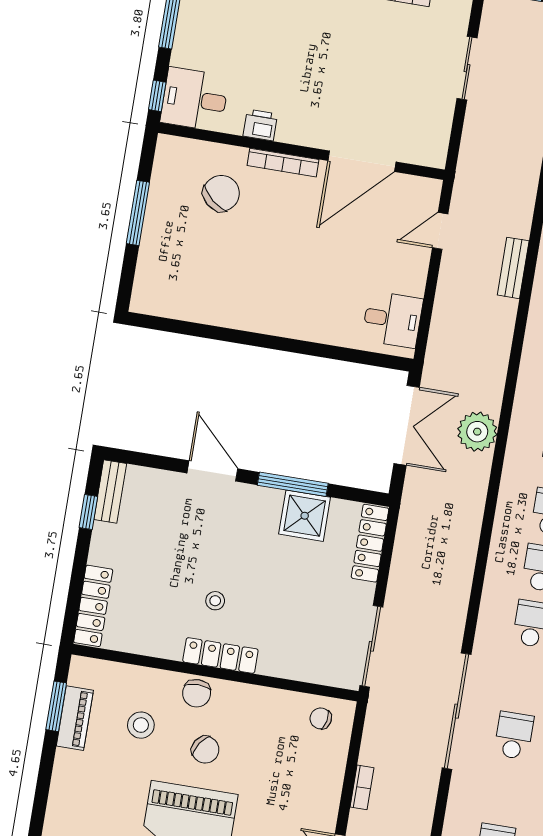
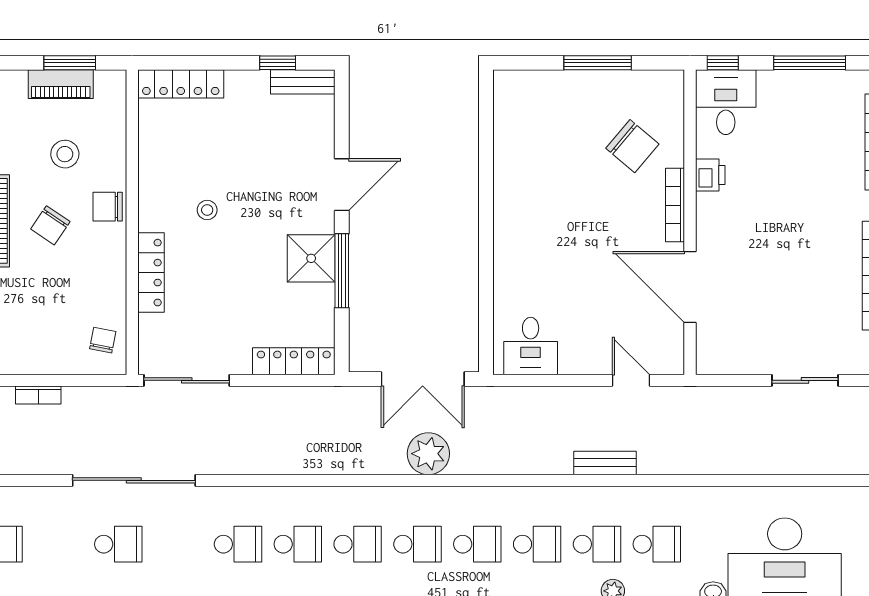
shower: (305, 516) -> (311, 258), moved
locker: (220, 655) -> (151, 273), moved

